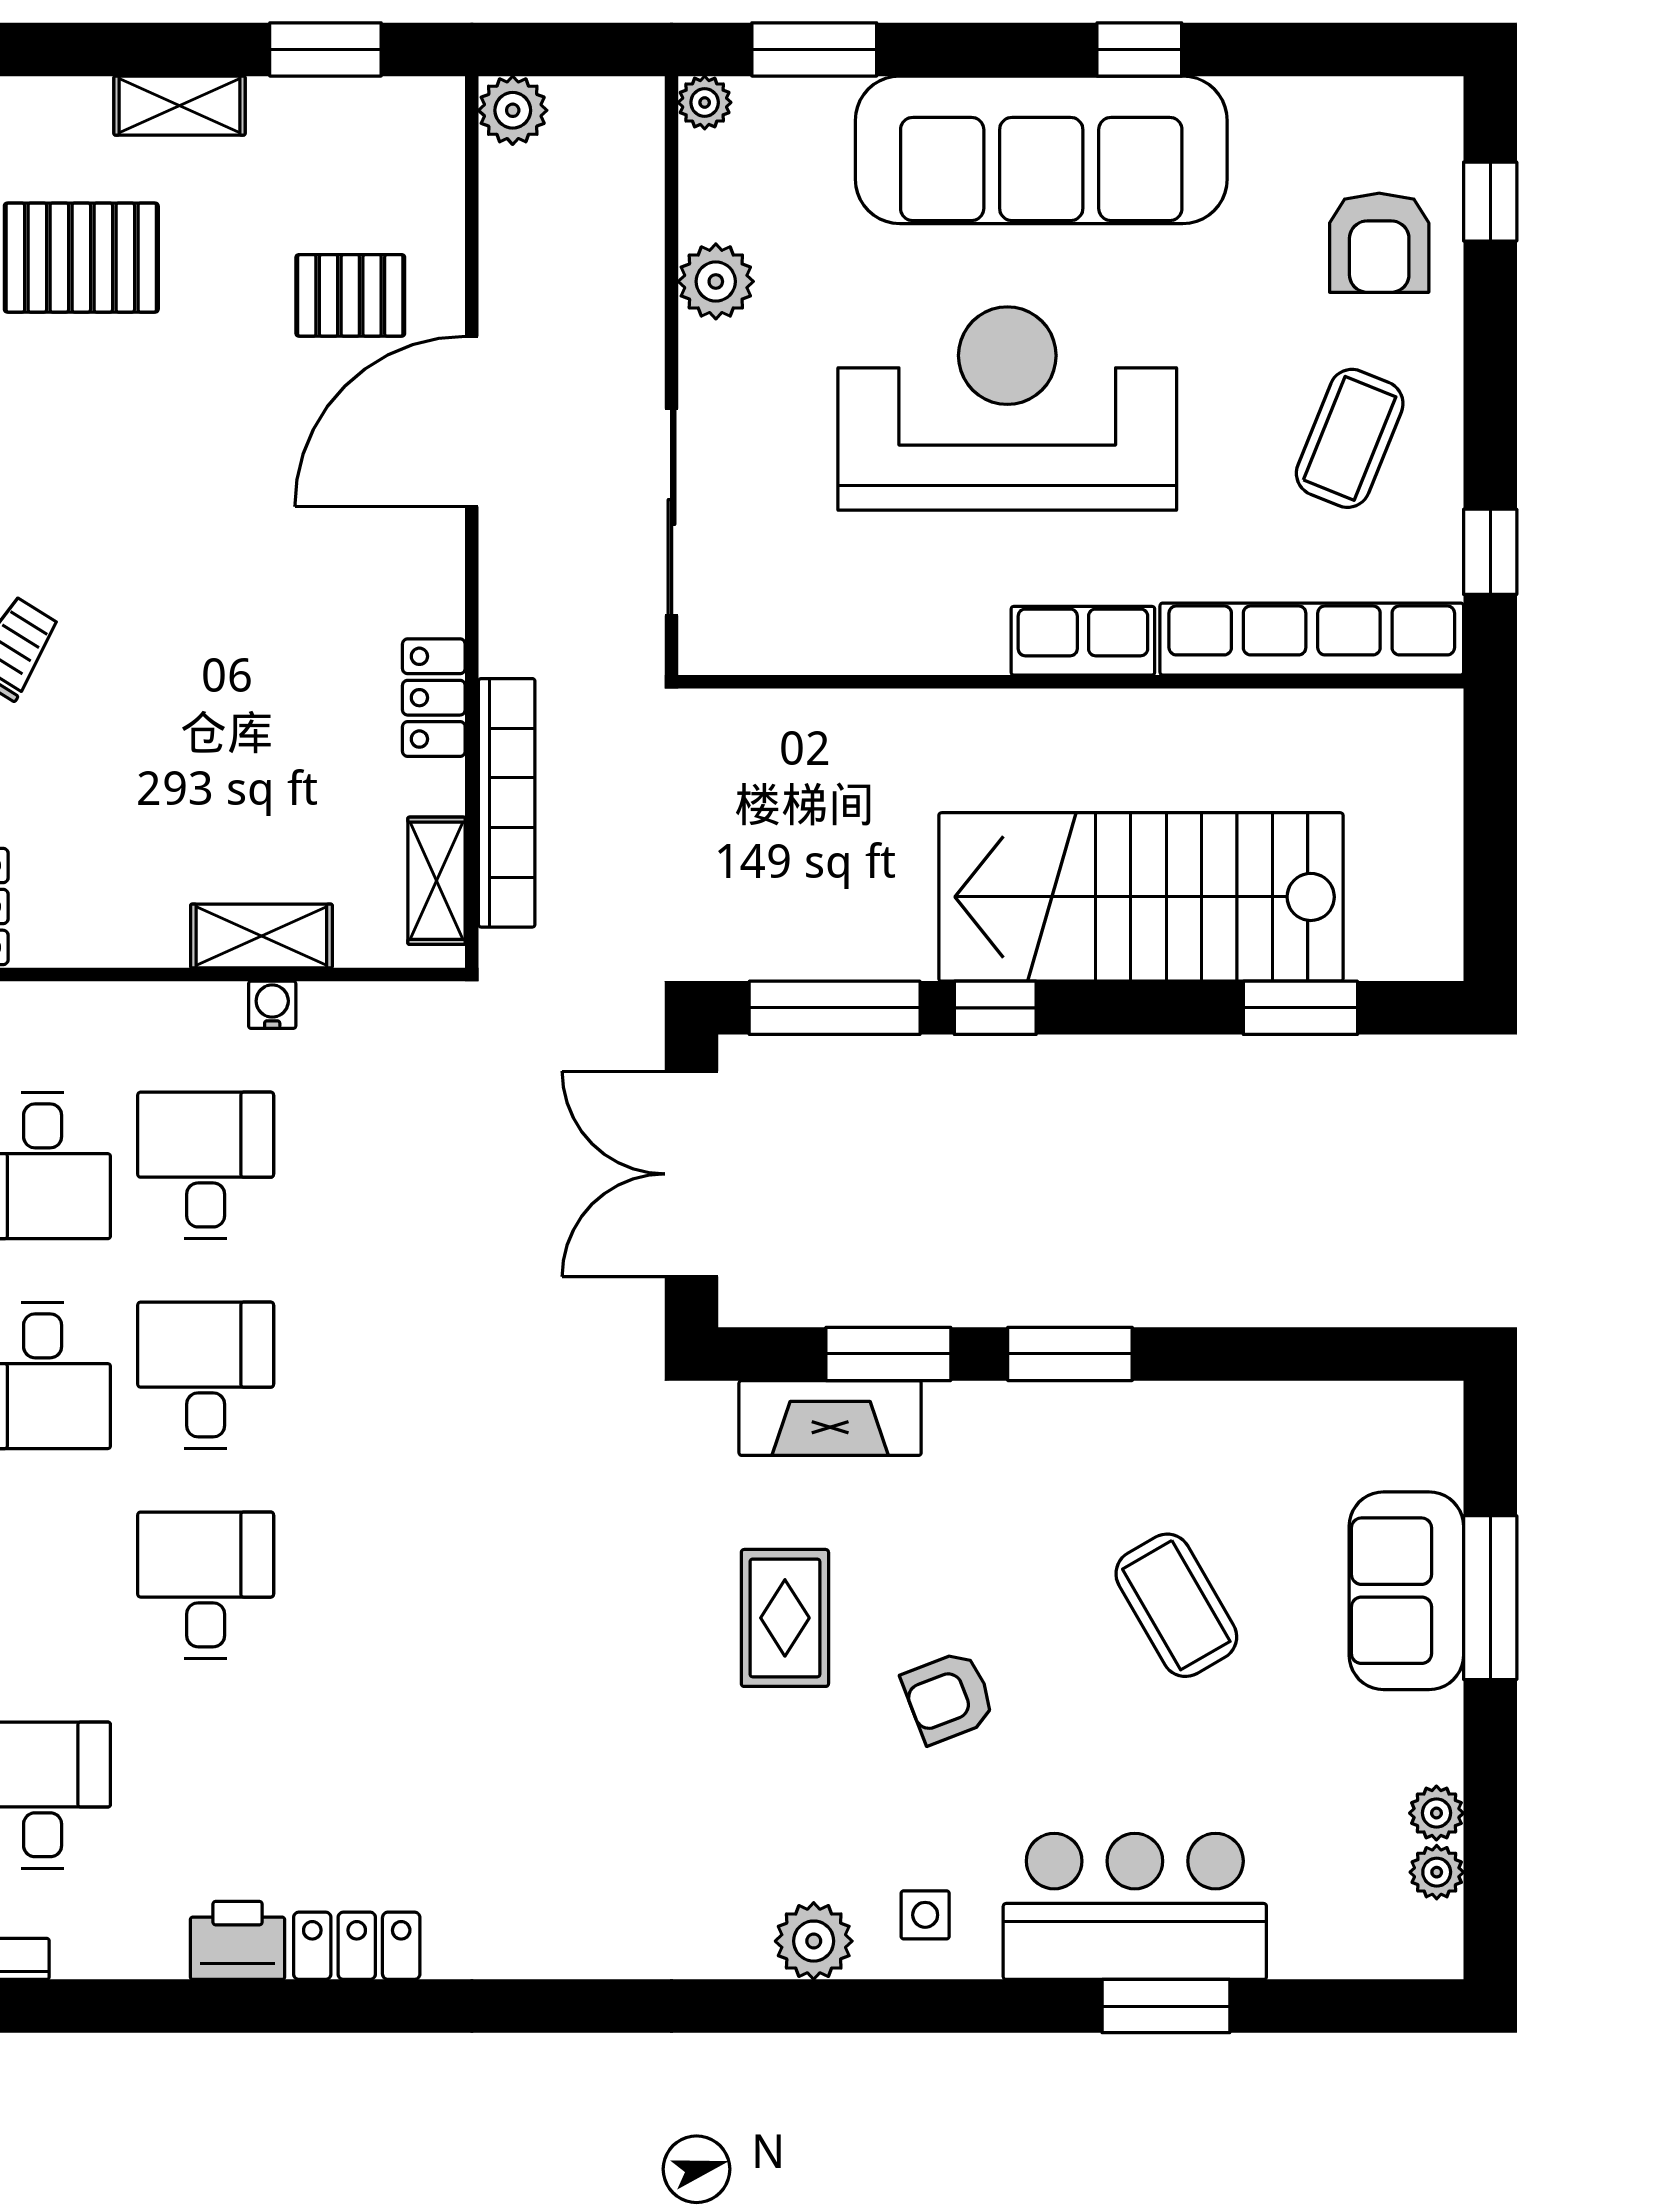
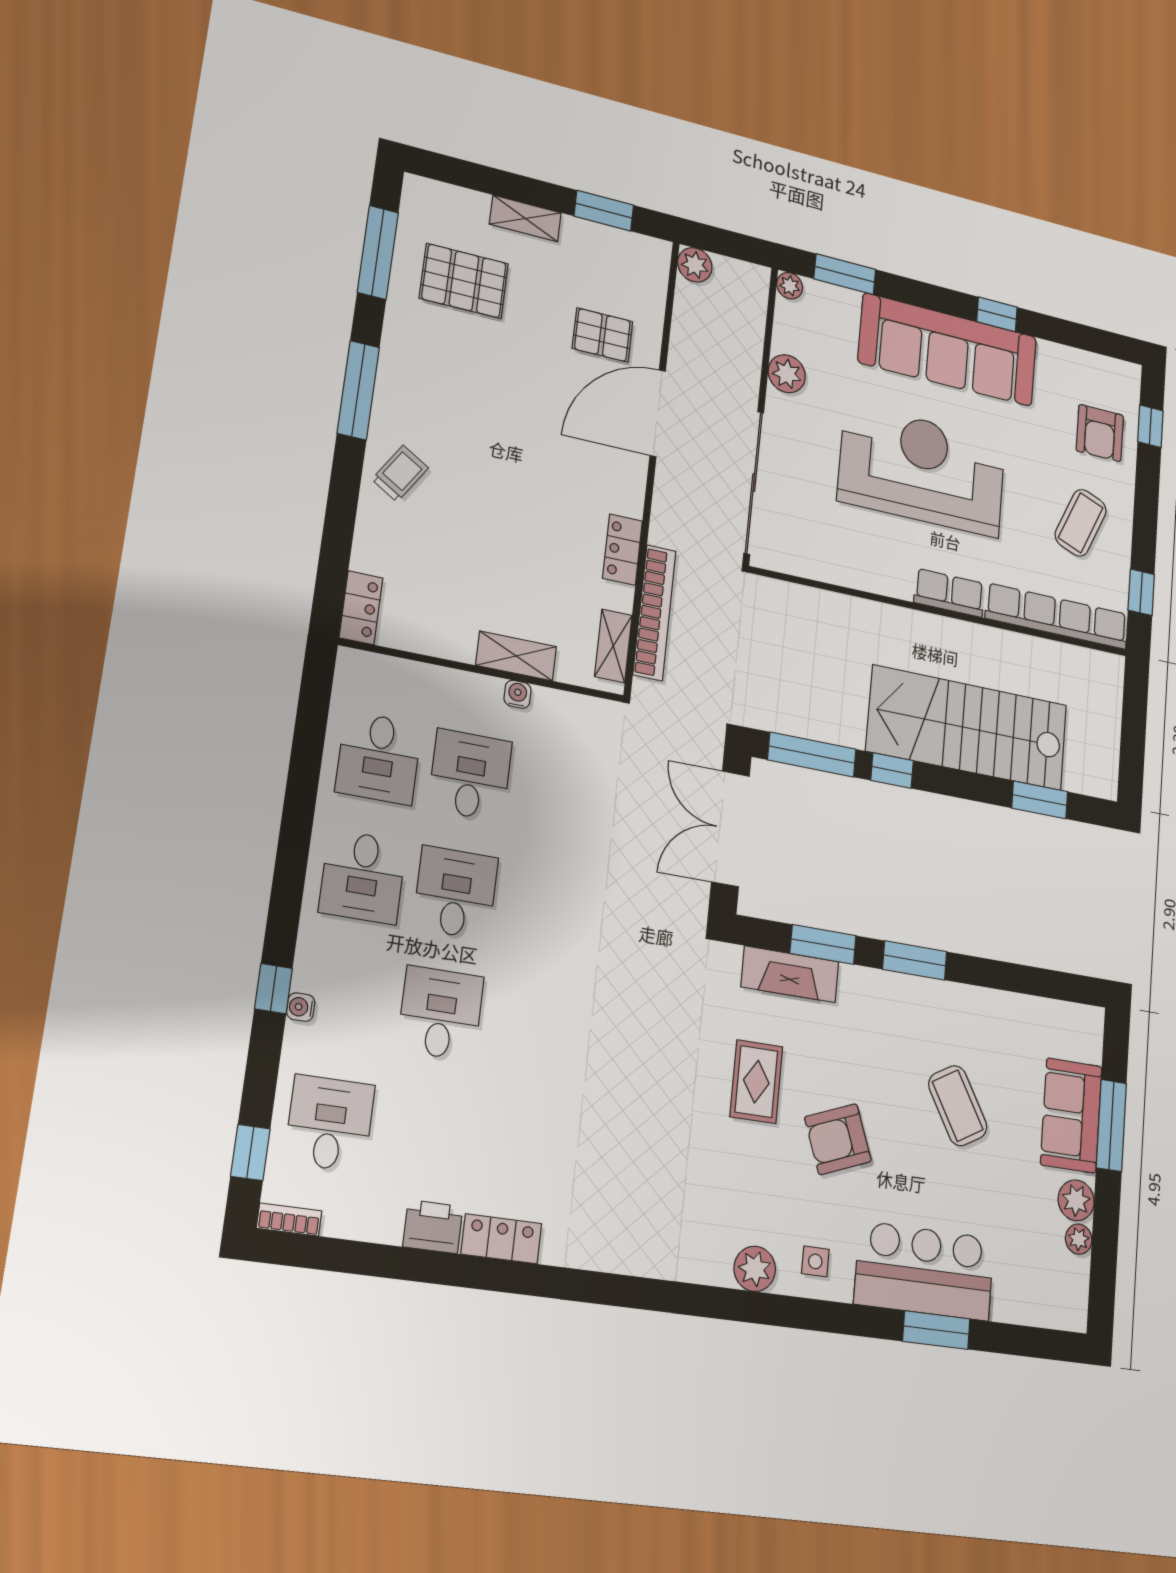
sliding door: (672, 512) -> (754, 483), width x1.36
armchair: (949, 1697) -> (838, 1139), width x1.38, depth x1.38
plant: (1437, 1872) -> (1076, 1200), moved, width x1.38, depth x1.38

